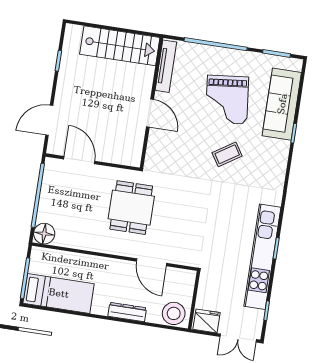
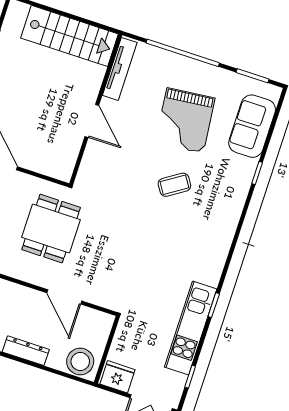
sofa: (282, 104) -> (252, 126), width x0.73
kitchen unit: (262, 257) -> (191, 328), width x0.73

